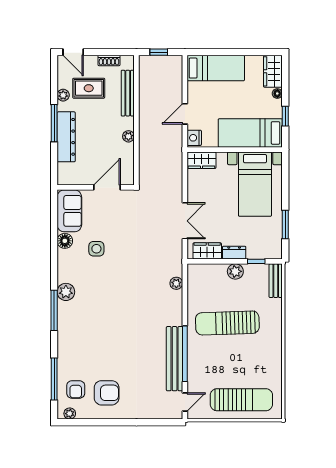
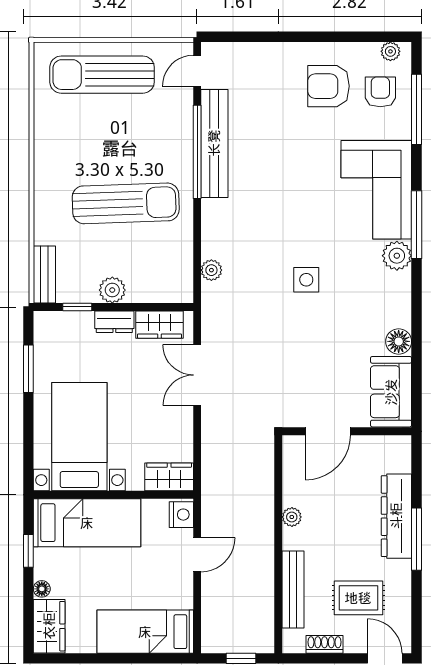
plant: (63, 95) -> (401, 586), removed
side table: (96, 249) -> (306, 280), moved
corner sofa: (78, 331) -> (376, 190), added

